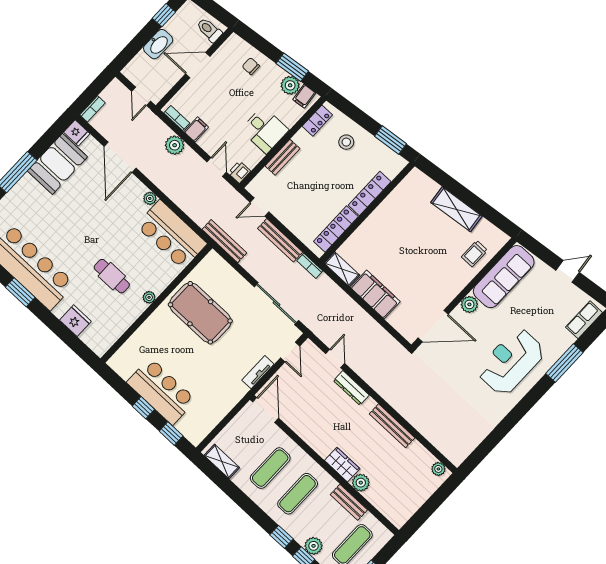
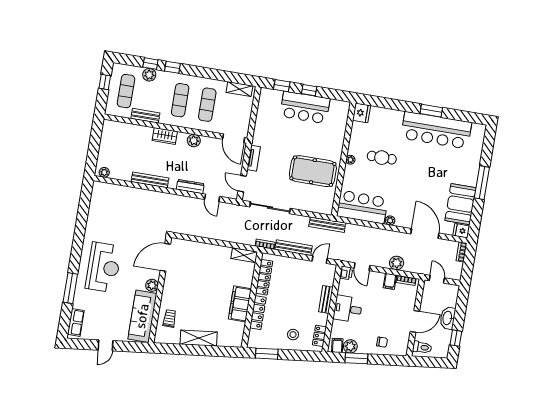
filing cabinet: (375, 294) -> (240, 304), moved, turned 90
fridge: (75, 321) -> (361, 113), moved, turned -90
plant: (361, 483) -> (194, 141), moved

